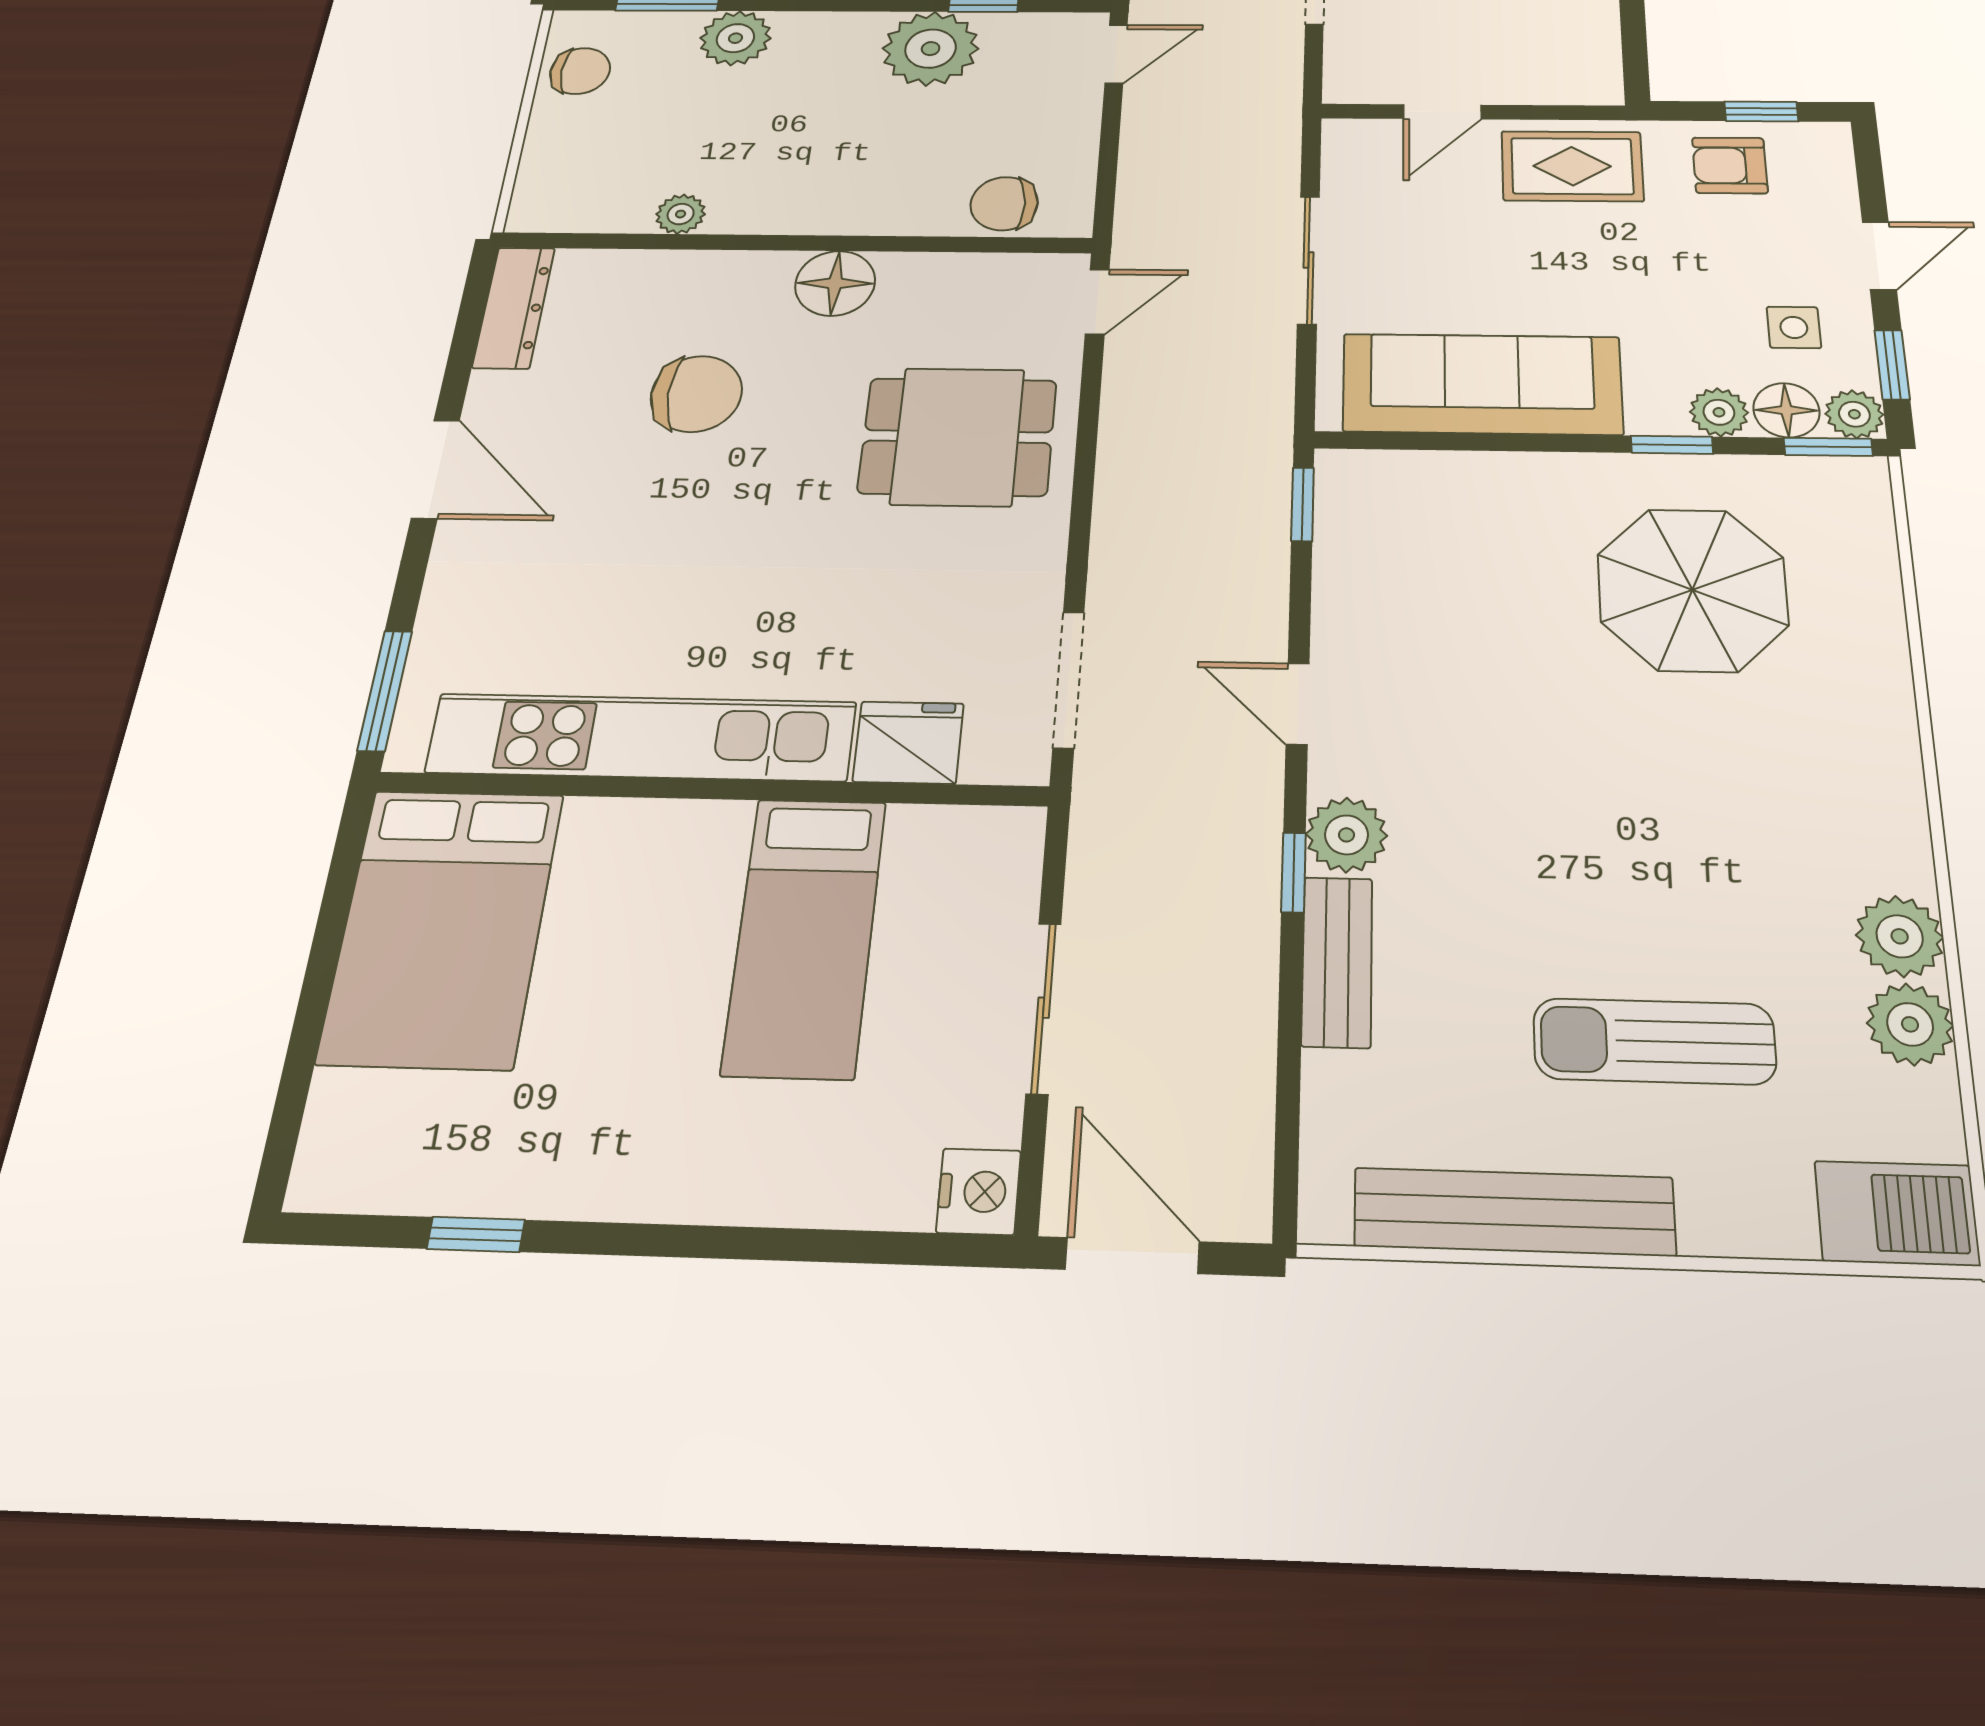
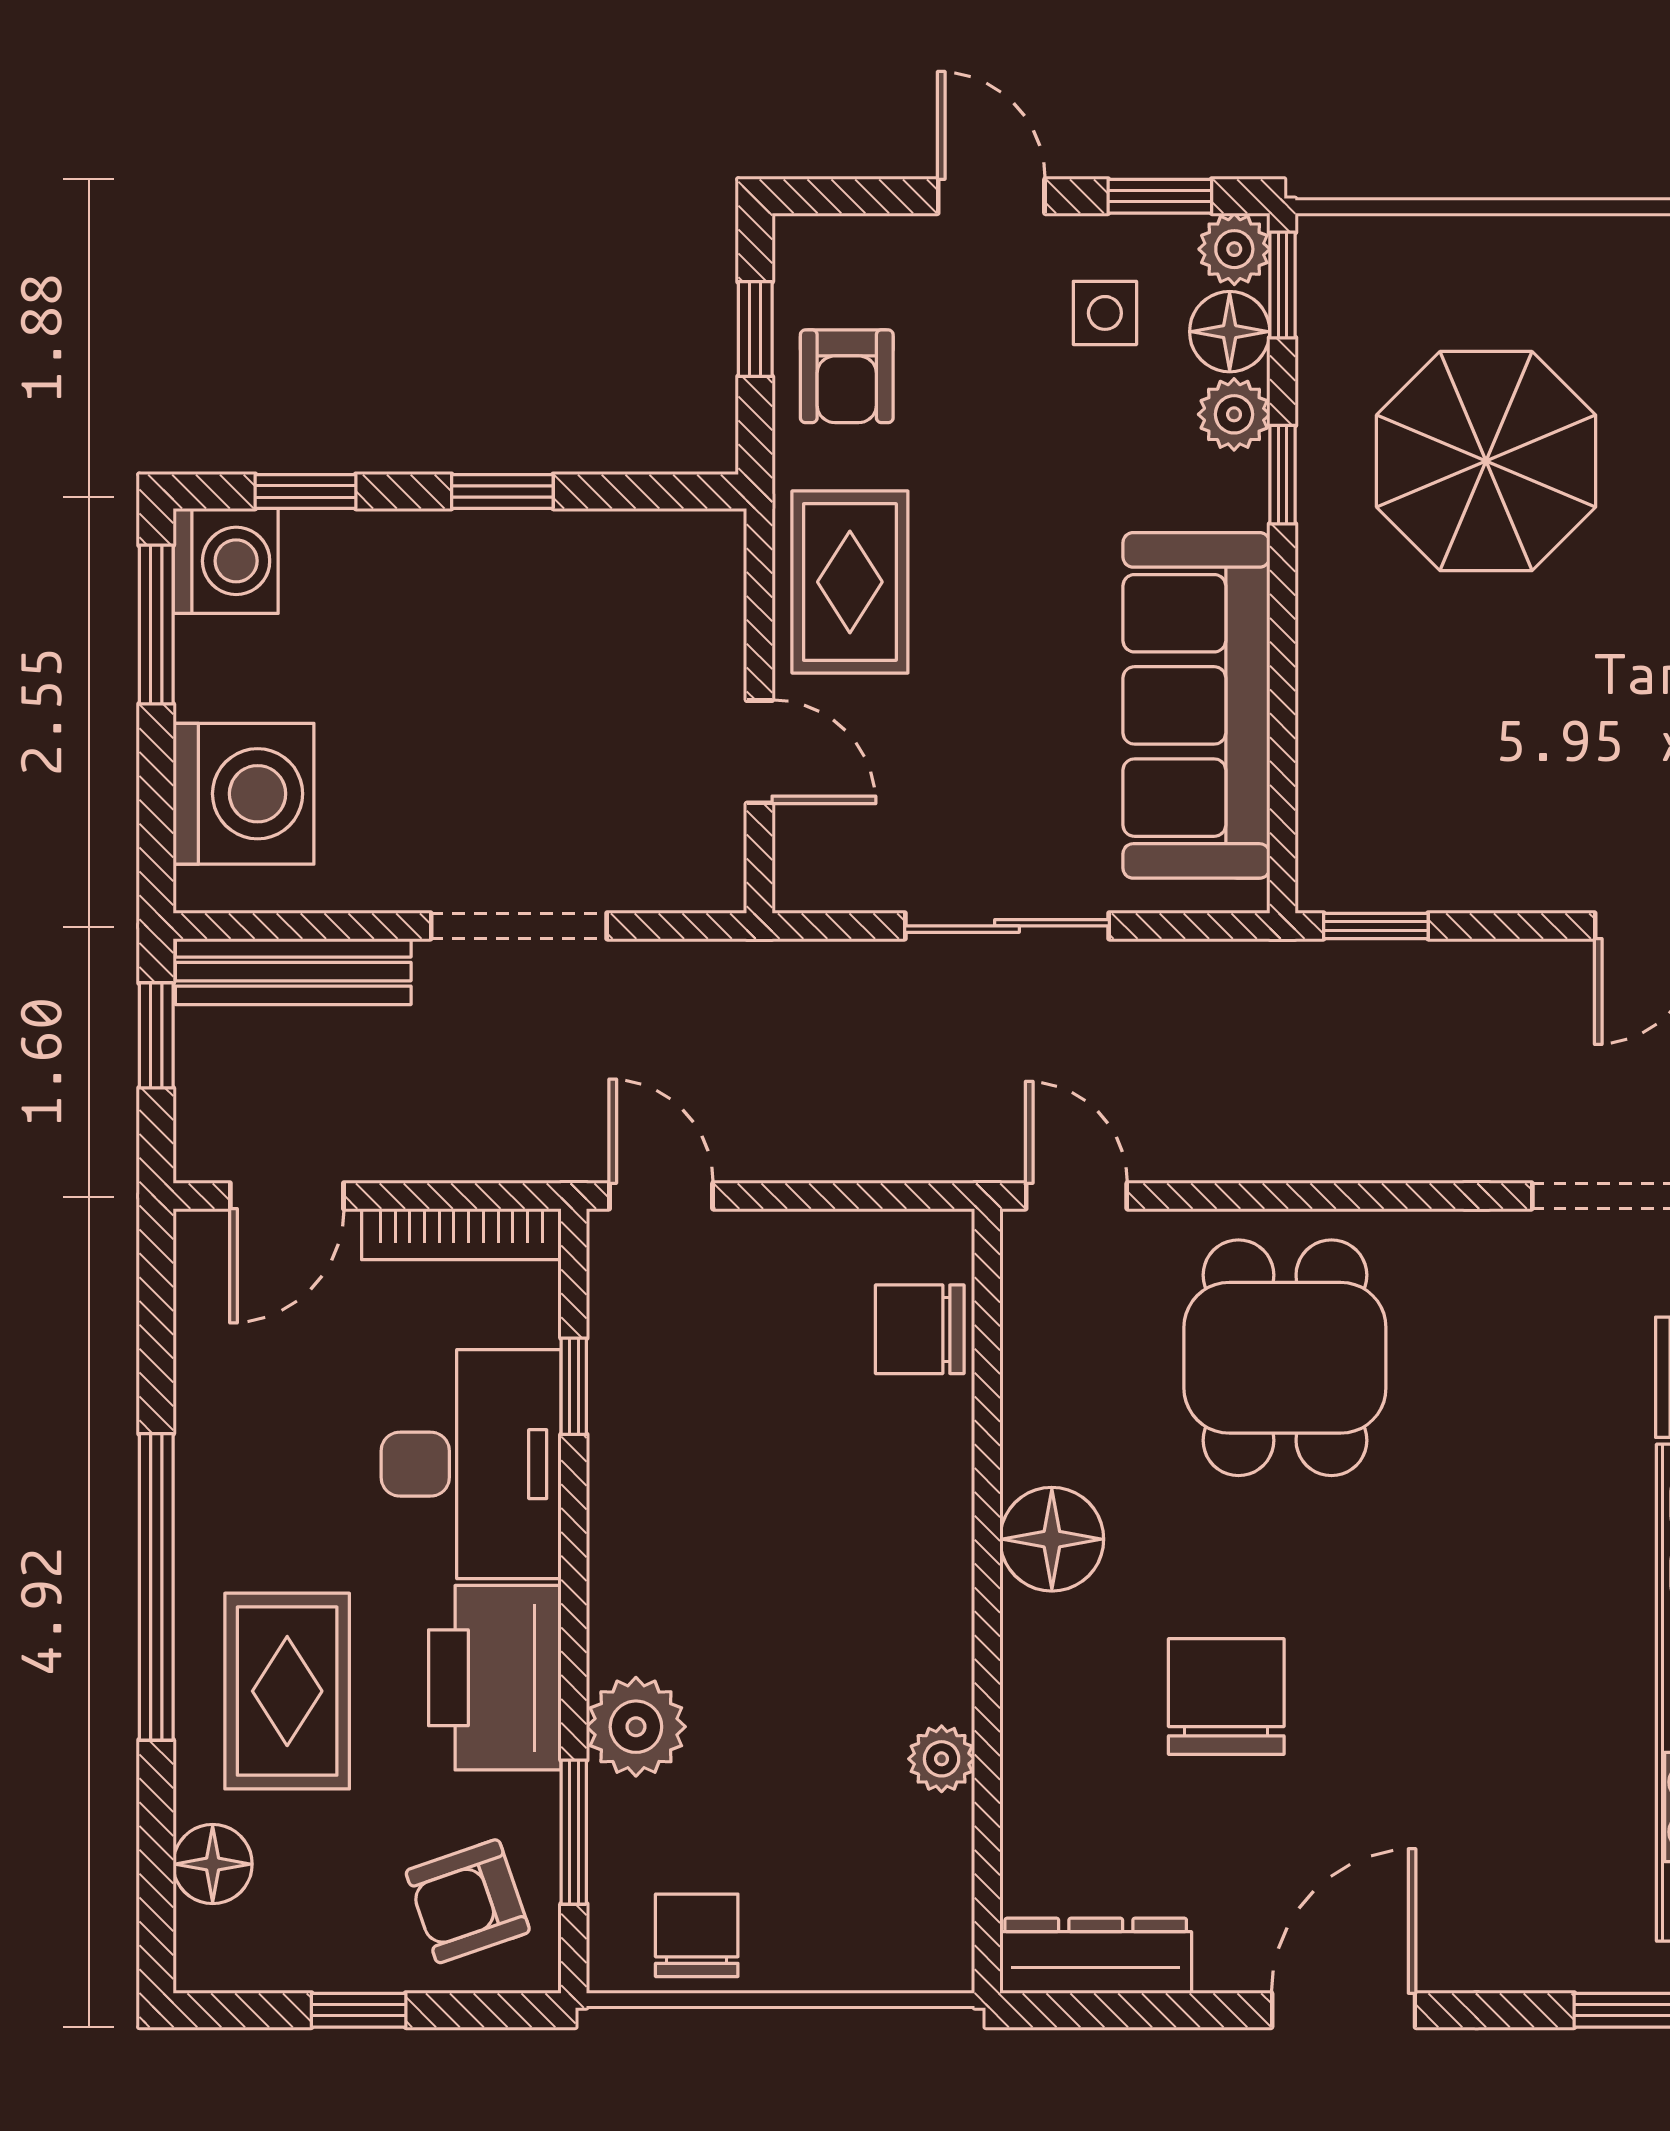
plant: (931, 49) -> (653, 1453), removed
chair: (1004, 204) -> (920, 1329), turned 92

